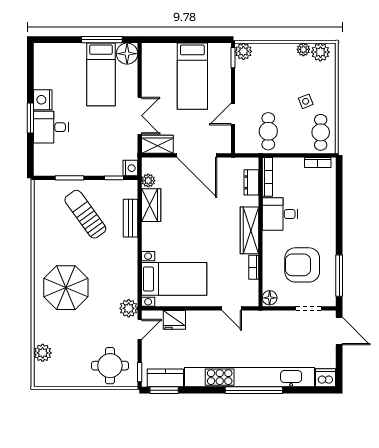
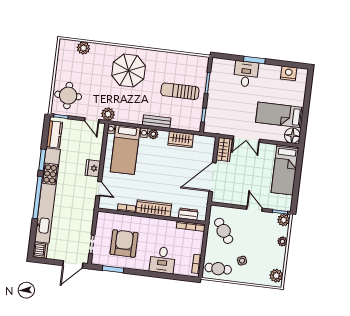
window: (102, 40) -> (305, 119), removed
plant: (303, 49) -> (282, 241), moved
bed: (192, 76) -> (285, 170), moved, turned -90
nightstand: (43, 100) -> (289, 73), moved
door: (233, 114) -> (255, 209), moved
cafe table: (268, 131) -> (224, 231), turned 55
nightstand: (130, 168) -> (209, 128), removed
plant: (148, 181) -> (153, 134), moved
sun lounger: (85, 214) -> (180, 91), turned -144
desk: (280, 214) -> (162, 260), moved, turned 180
bench: (130, 218) -> (157, 121), moved
window: (339, 276) -> (113, 269), width x0.69
floor lamp: (270, 298) -> (103, 217), removed
door: (232, 308) -> (99, 189), swing flipped
fridge: (174, 320) -> (93, 168), moved
window: (164, 390) -> (42, 160), moved

